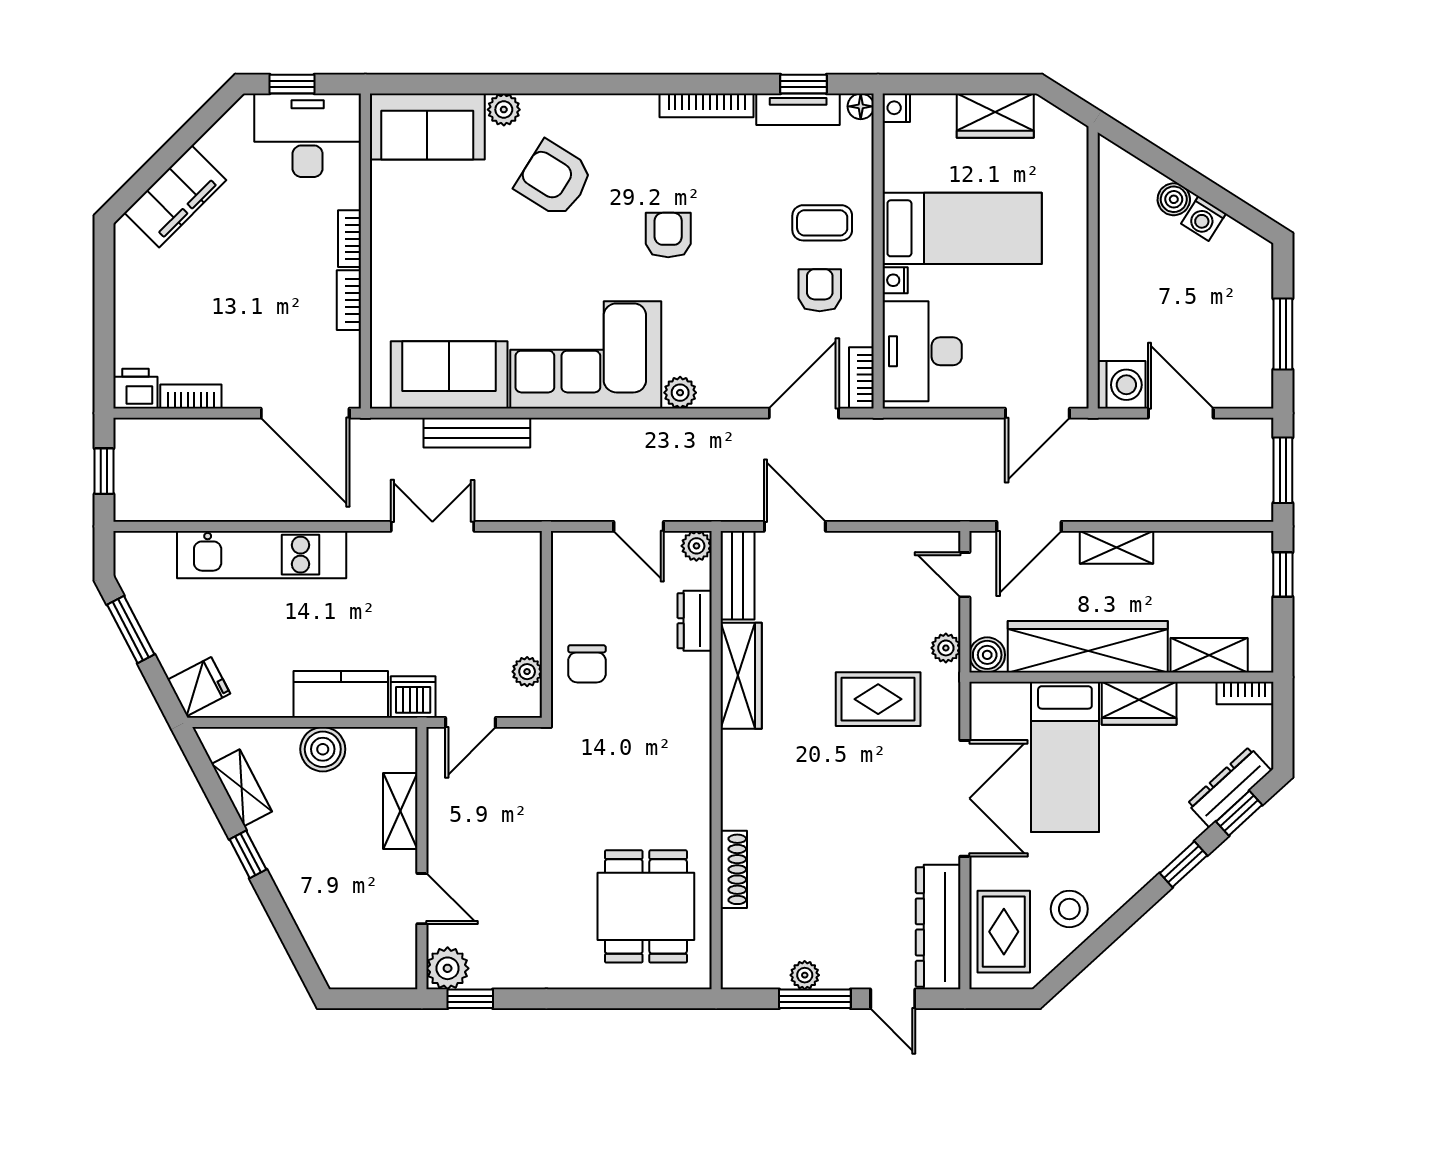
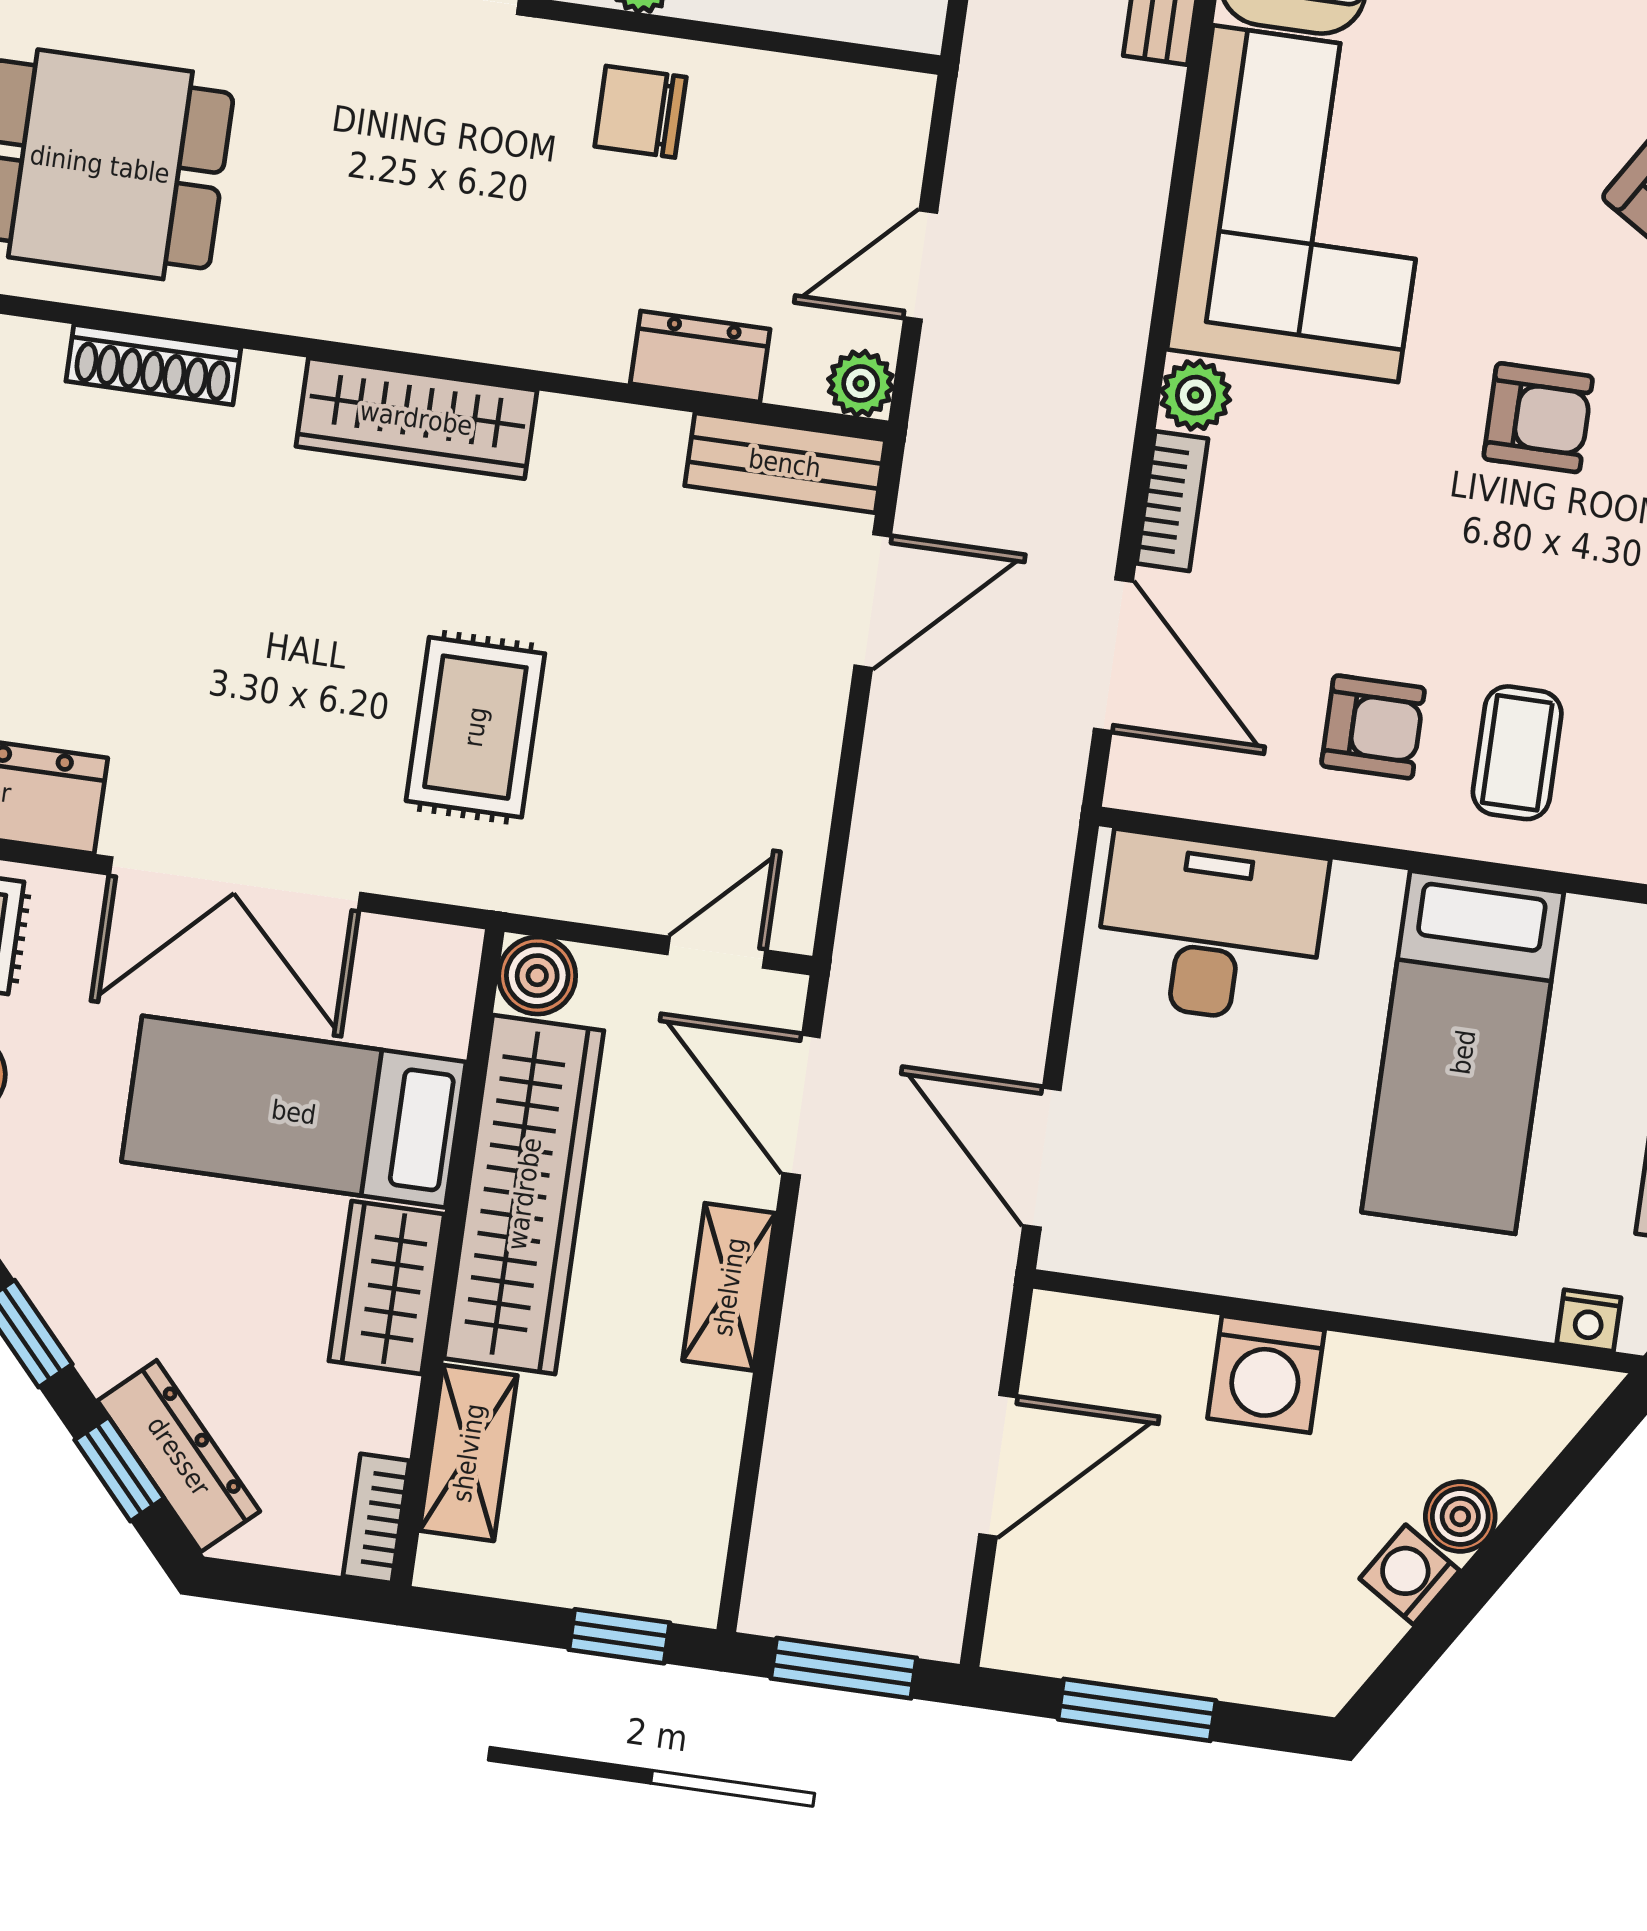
nightstand: (895, 280) -> (1589, 1320), moved, turned 180
bookcase: (861, 378) -> (1172, 501), moved, turned 90
washing machine: (1122, 385) -> (1266, 1374), moved
plant: (946, 648) -> (565, 889), removed
wardrobe: (741, 676) -> (416, 418), moved

